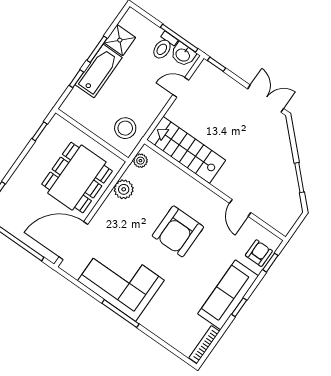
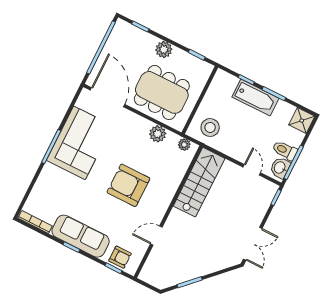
shower: (120, 40) -> (302, 121), moved
plant: (28, 168) -> (164, 50), added

